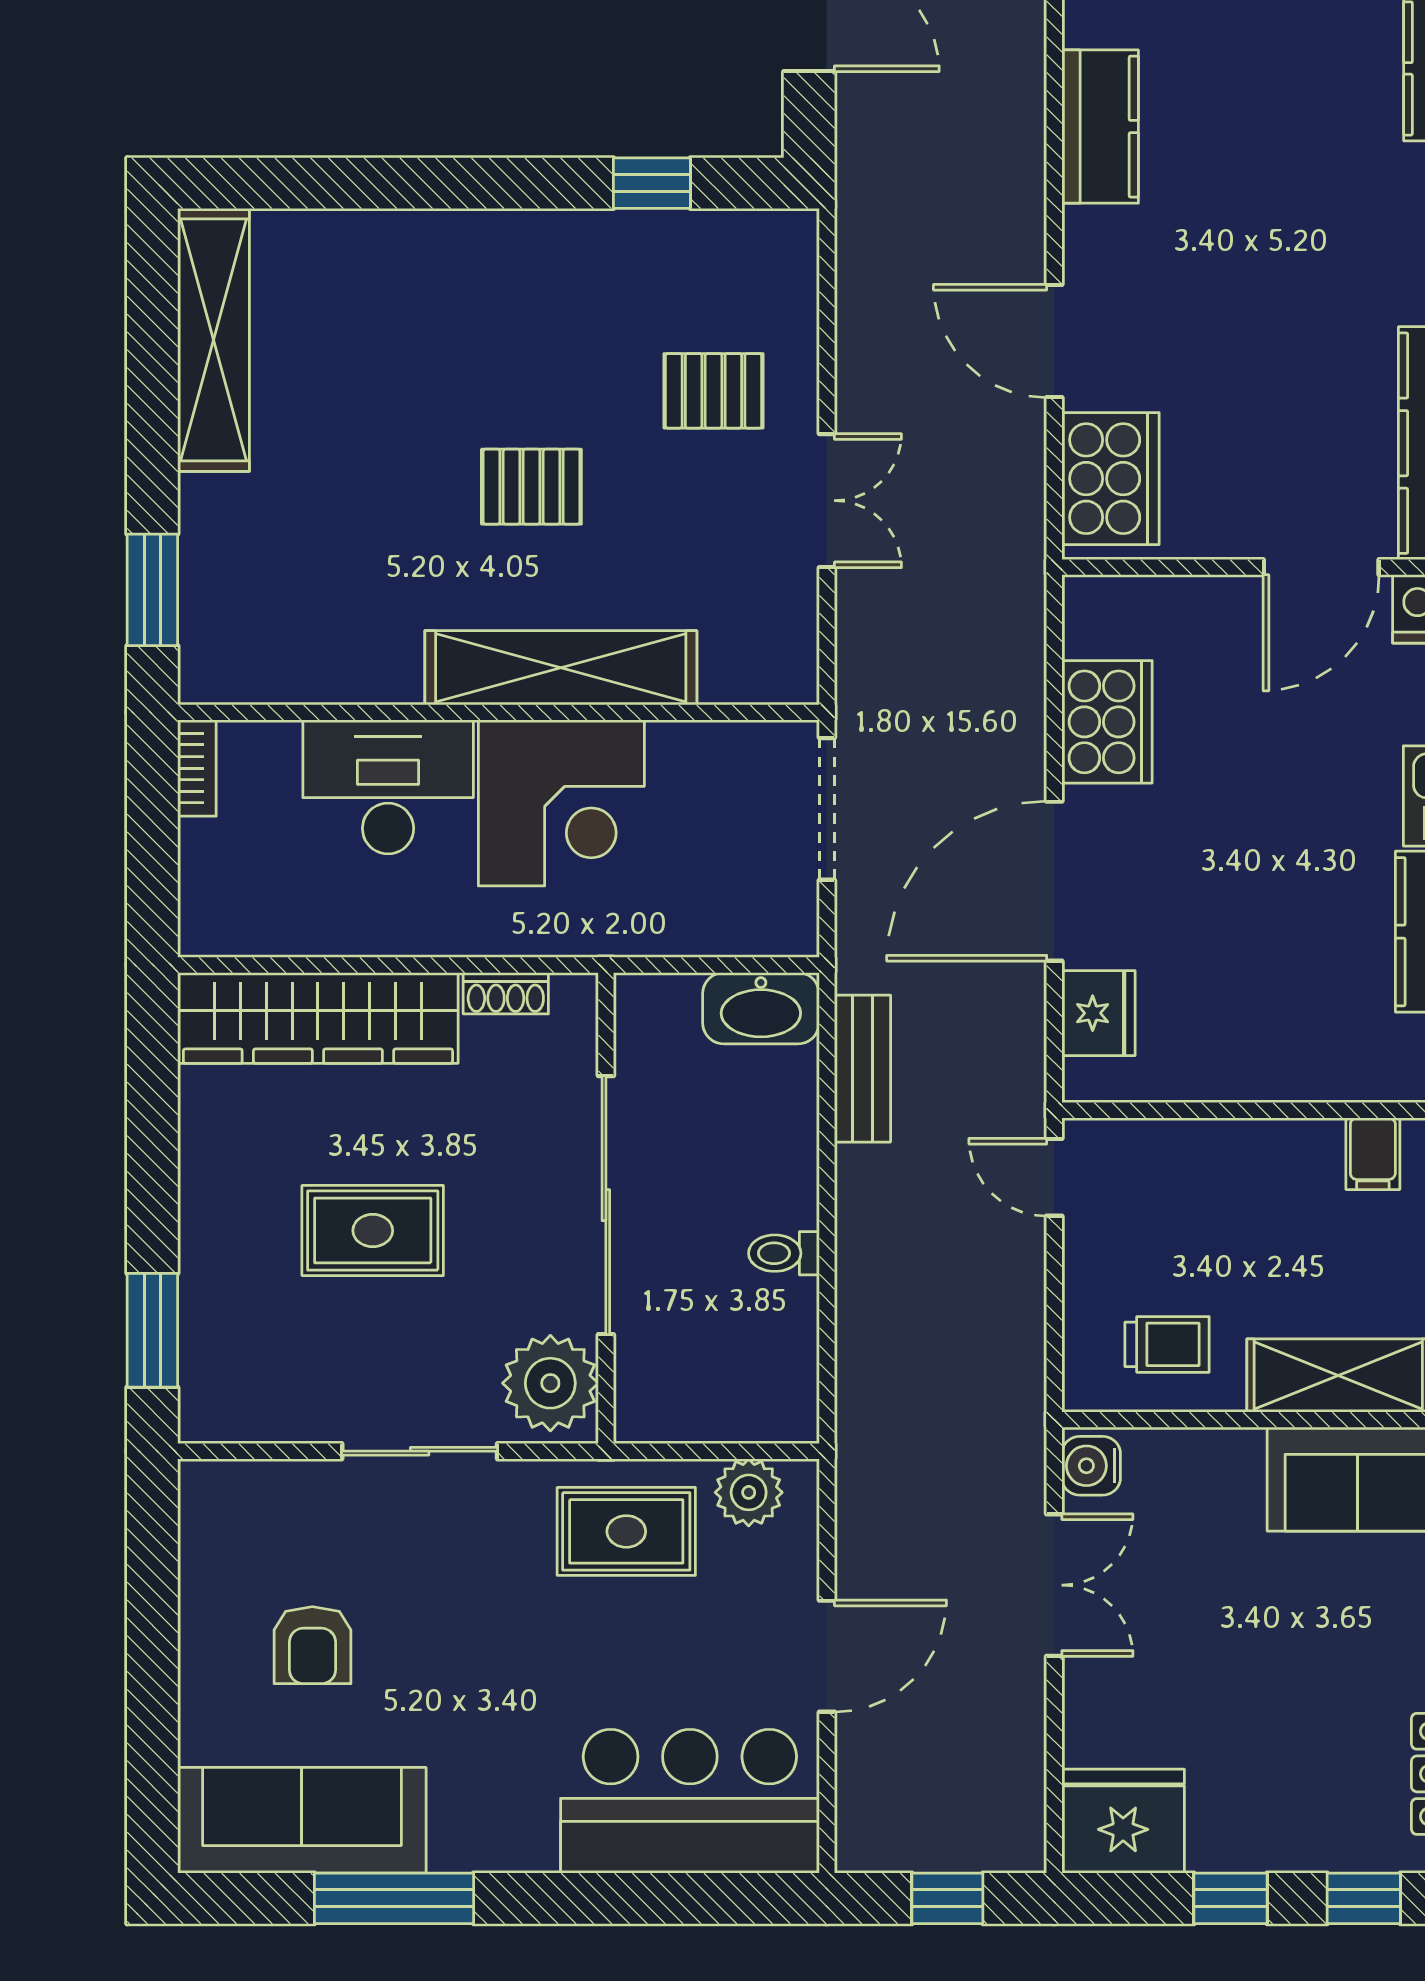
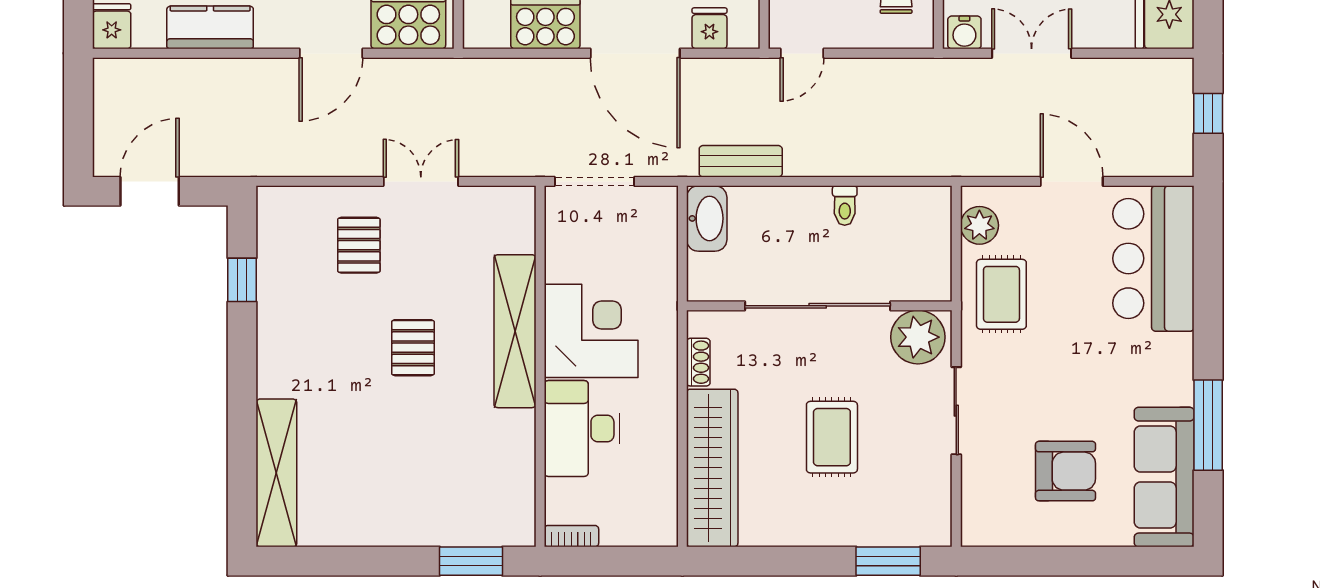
shelving: (214, 340) -> (276, 473), moved, turned 90
fridge: (1098, 1013) -> (709, 28), width x0.72
armchair: (312, 1645) -> (1065, 471), width x1.38, depth x1.38

